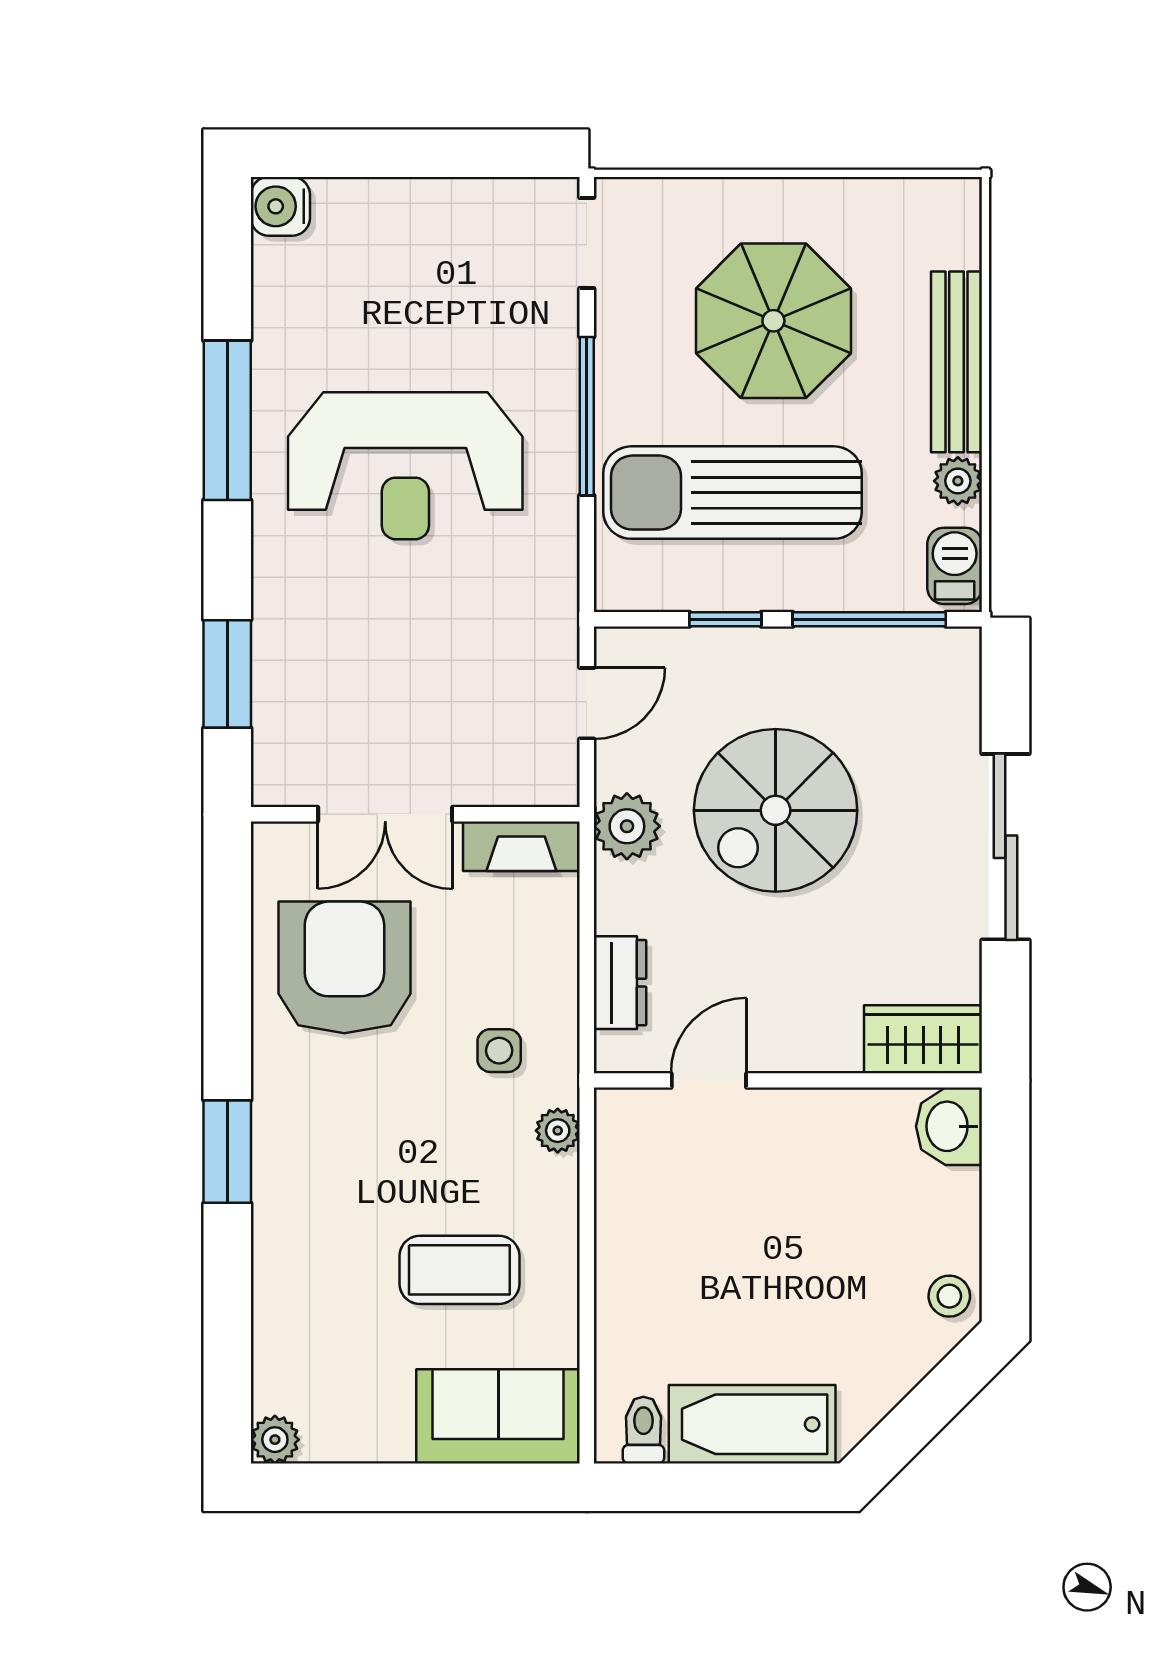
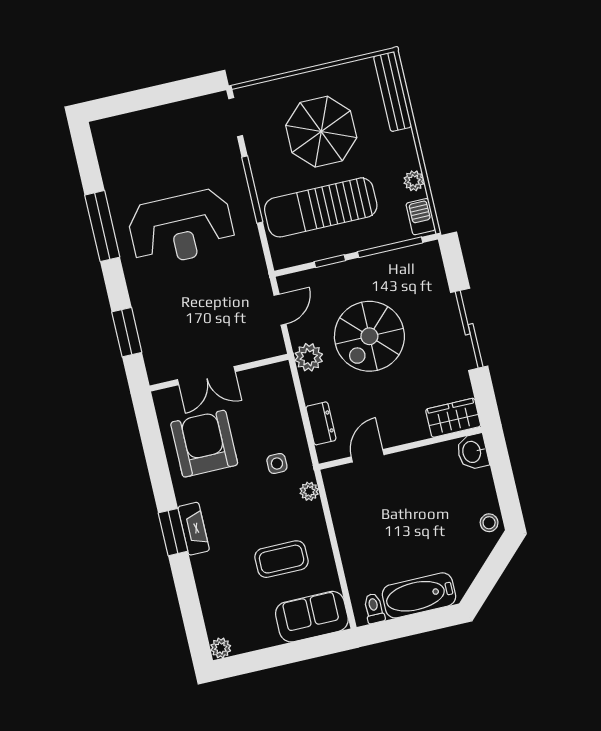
water cooler: (280, 206) -> (104, 131), removed
bench: (956, 362) -> (393, 92), moved
fireplace: (521, 846) -> (194, 529), moved, turned -90

